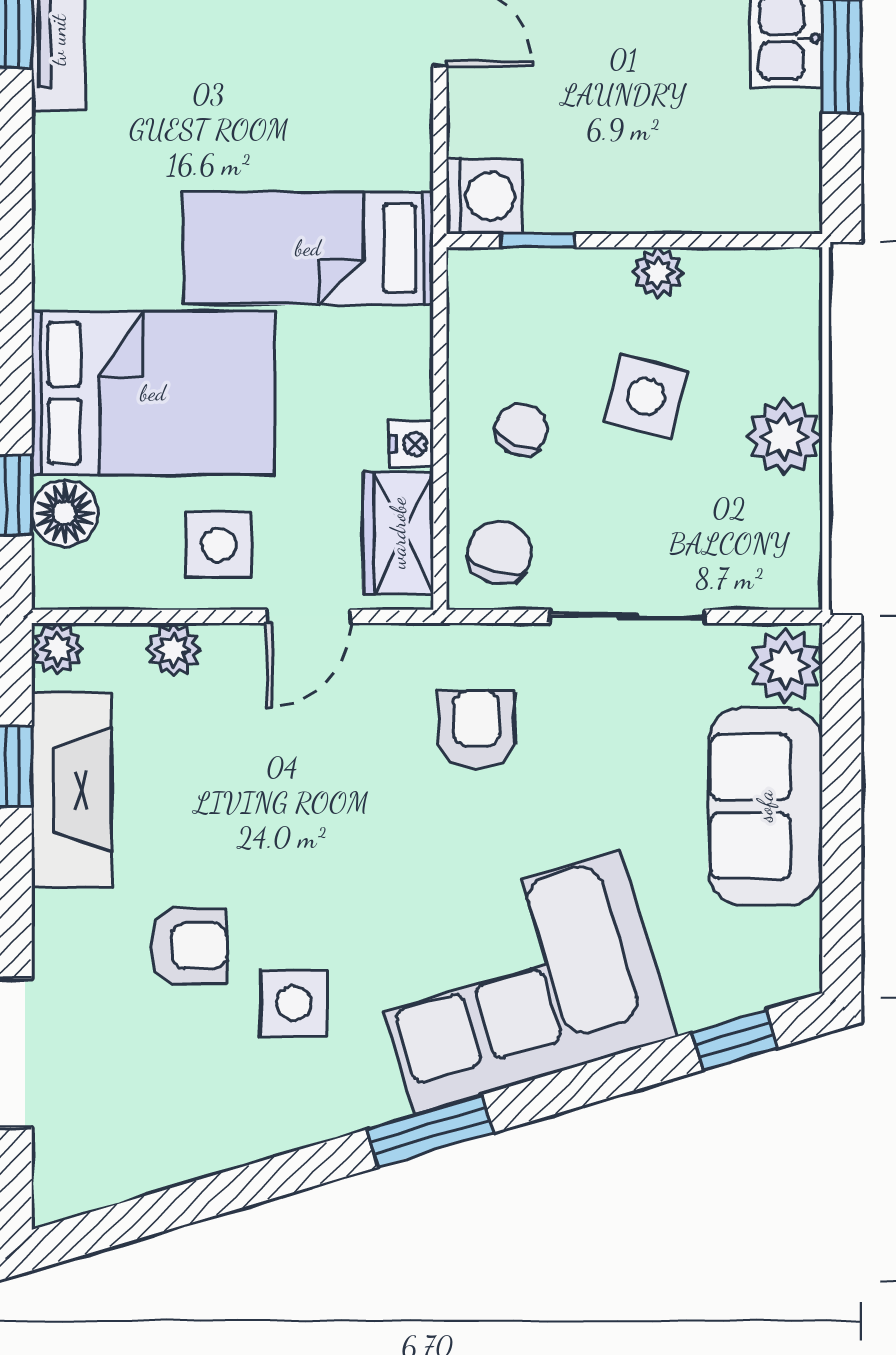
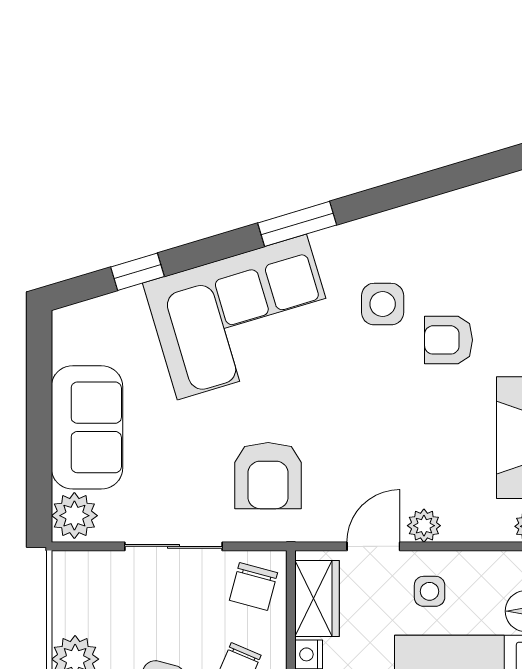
side table: (219, 545) -> (430, 591), width x0.73, depth x0.73
plant: (173, 650) -> (424, 526), moved
armchair: (476, 729) -> (268, 476), width x1.38, depth x1.38
window: (735, 1040) -> (137, 272), moved

